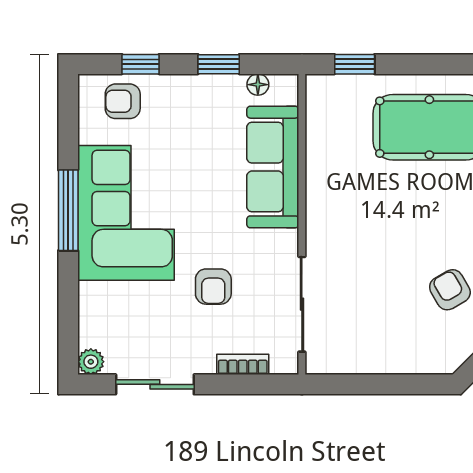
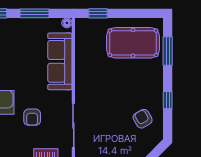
window: (219, 64) -> (35, 13), width x1.50
floor lamp: (258, 85) -> (67, 23), moved

